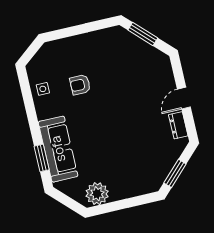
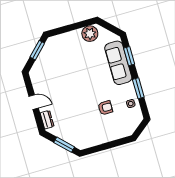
door: (184, 98) -> (34, 102), hinge flipped
window: (31, 111) -> (138, 88), added
dresser: (178, 125) -> (47, 120), moved

